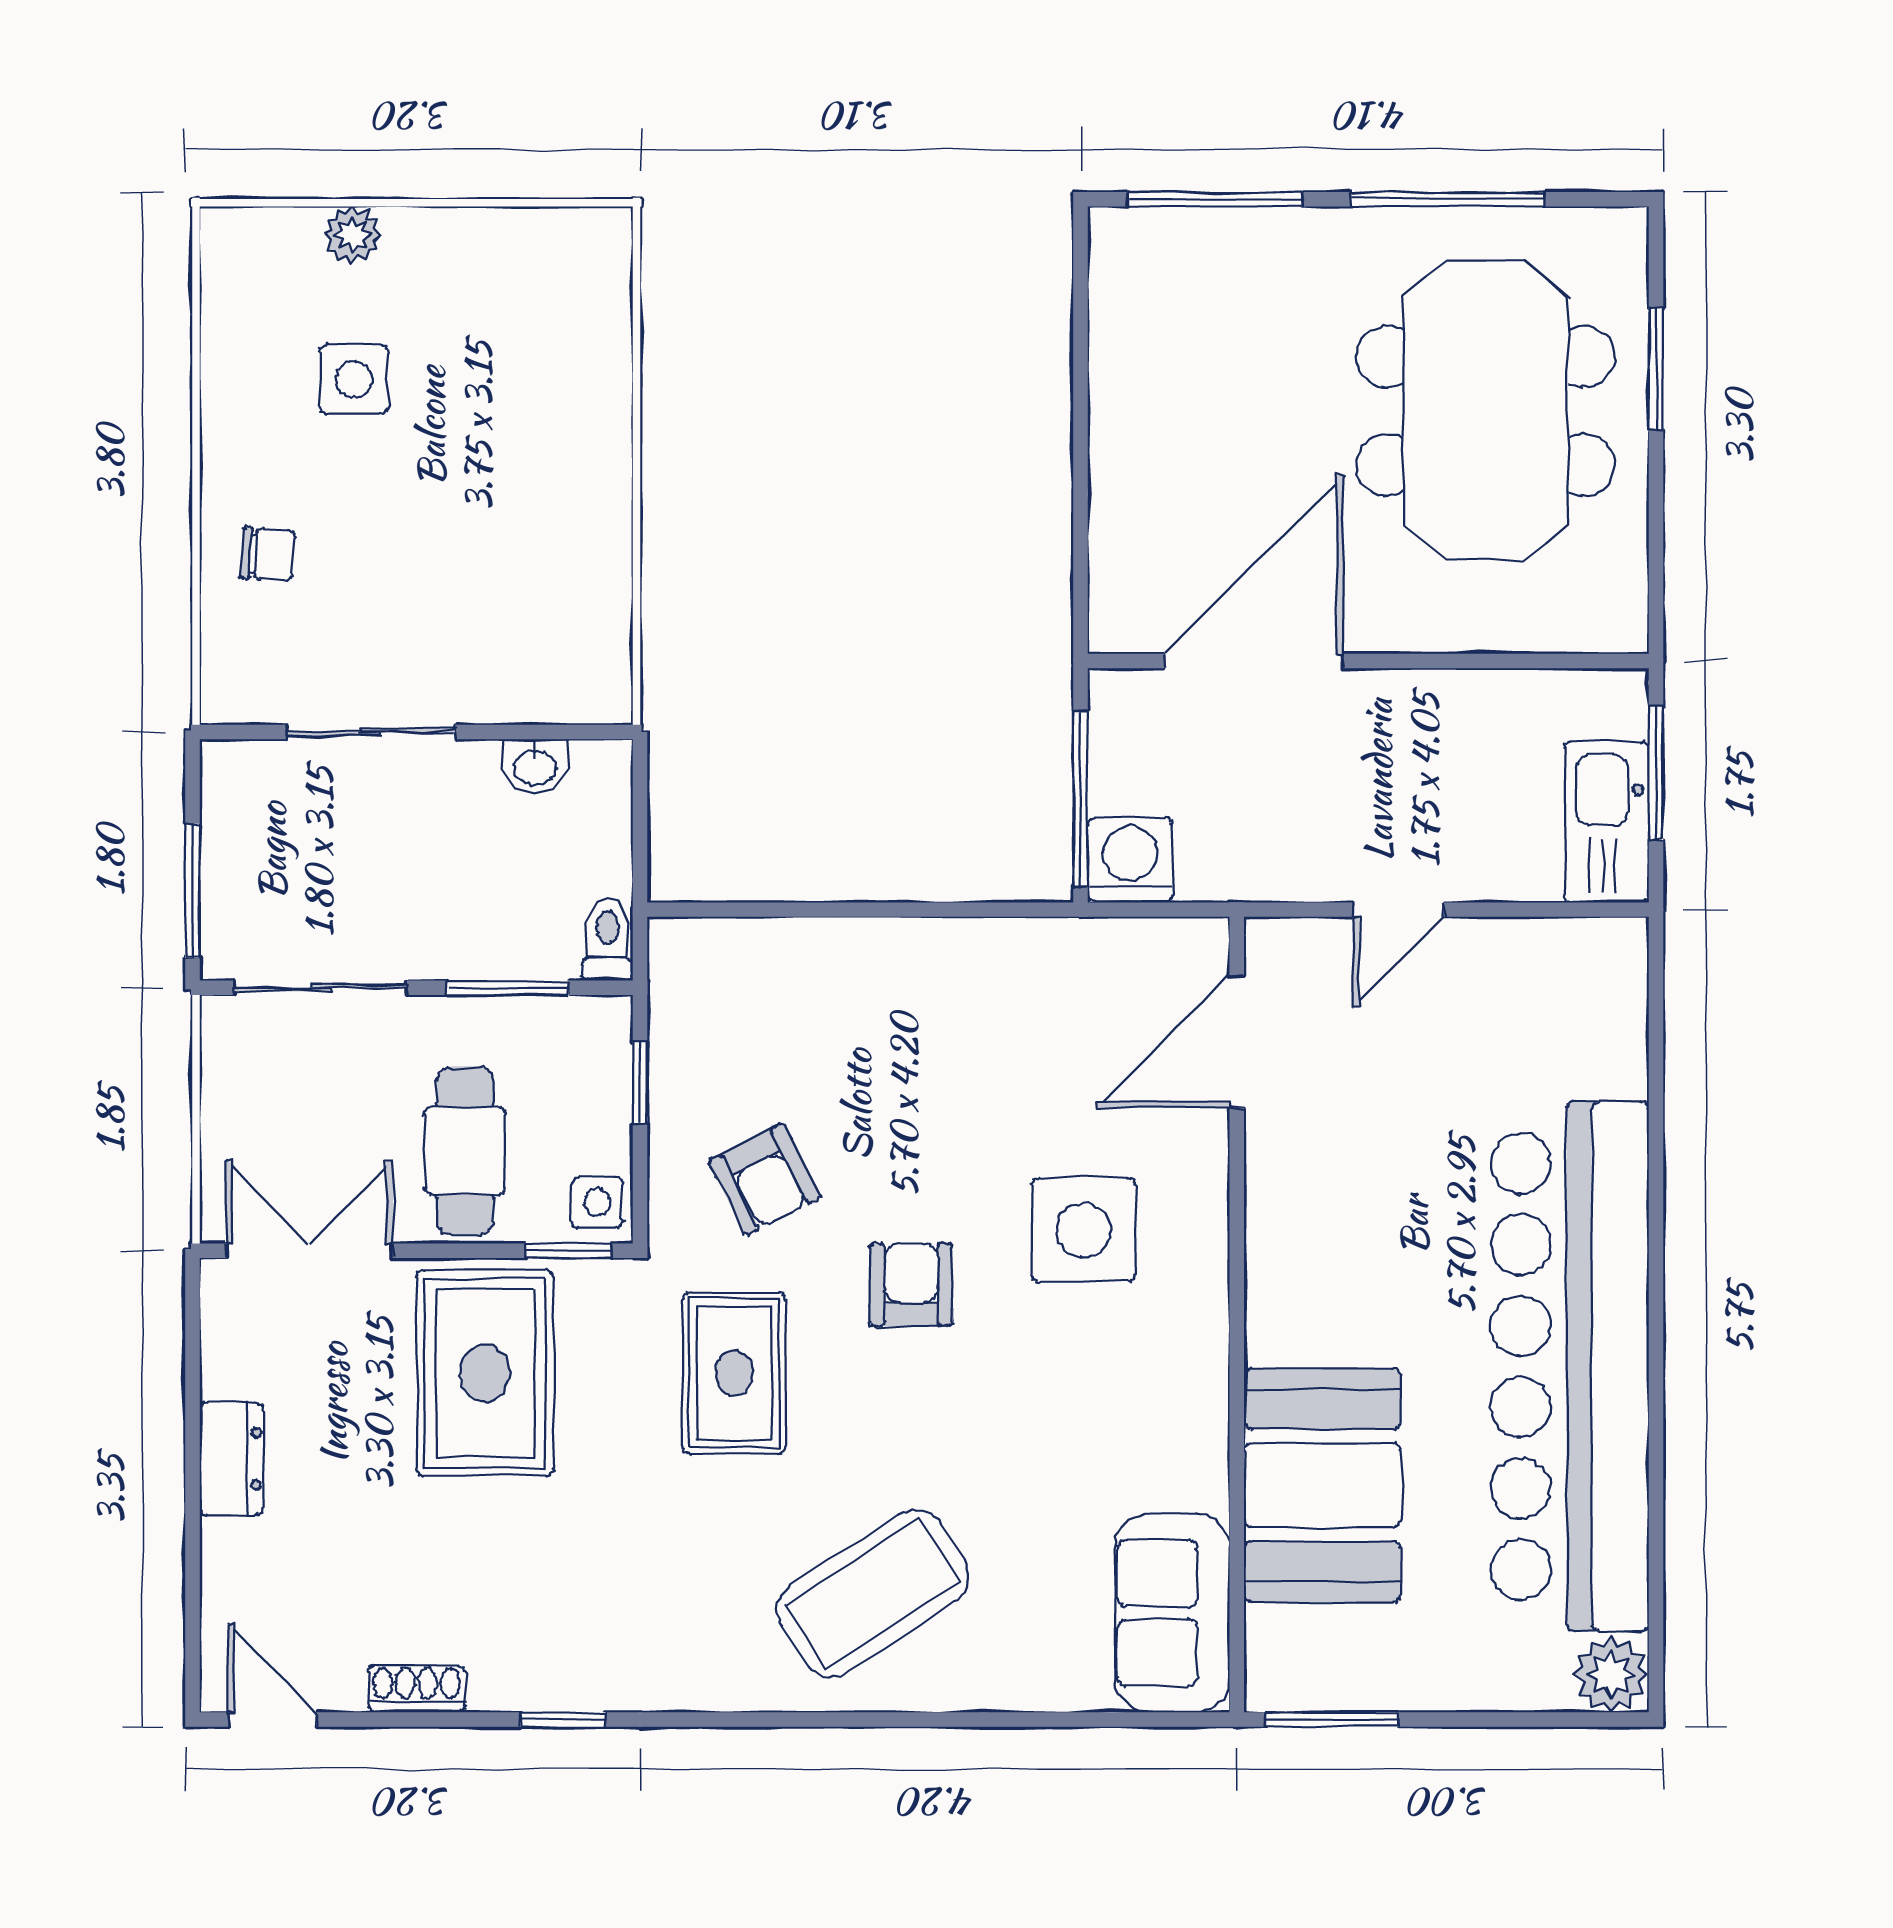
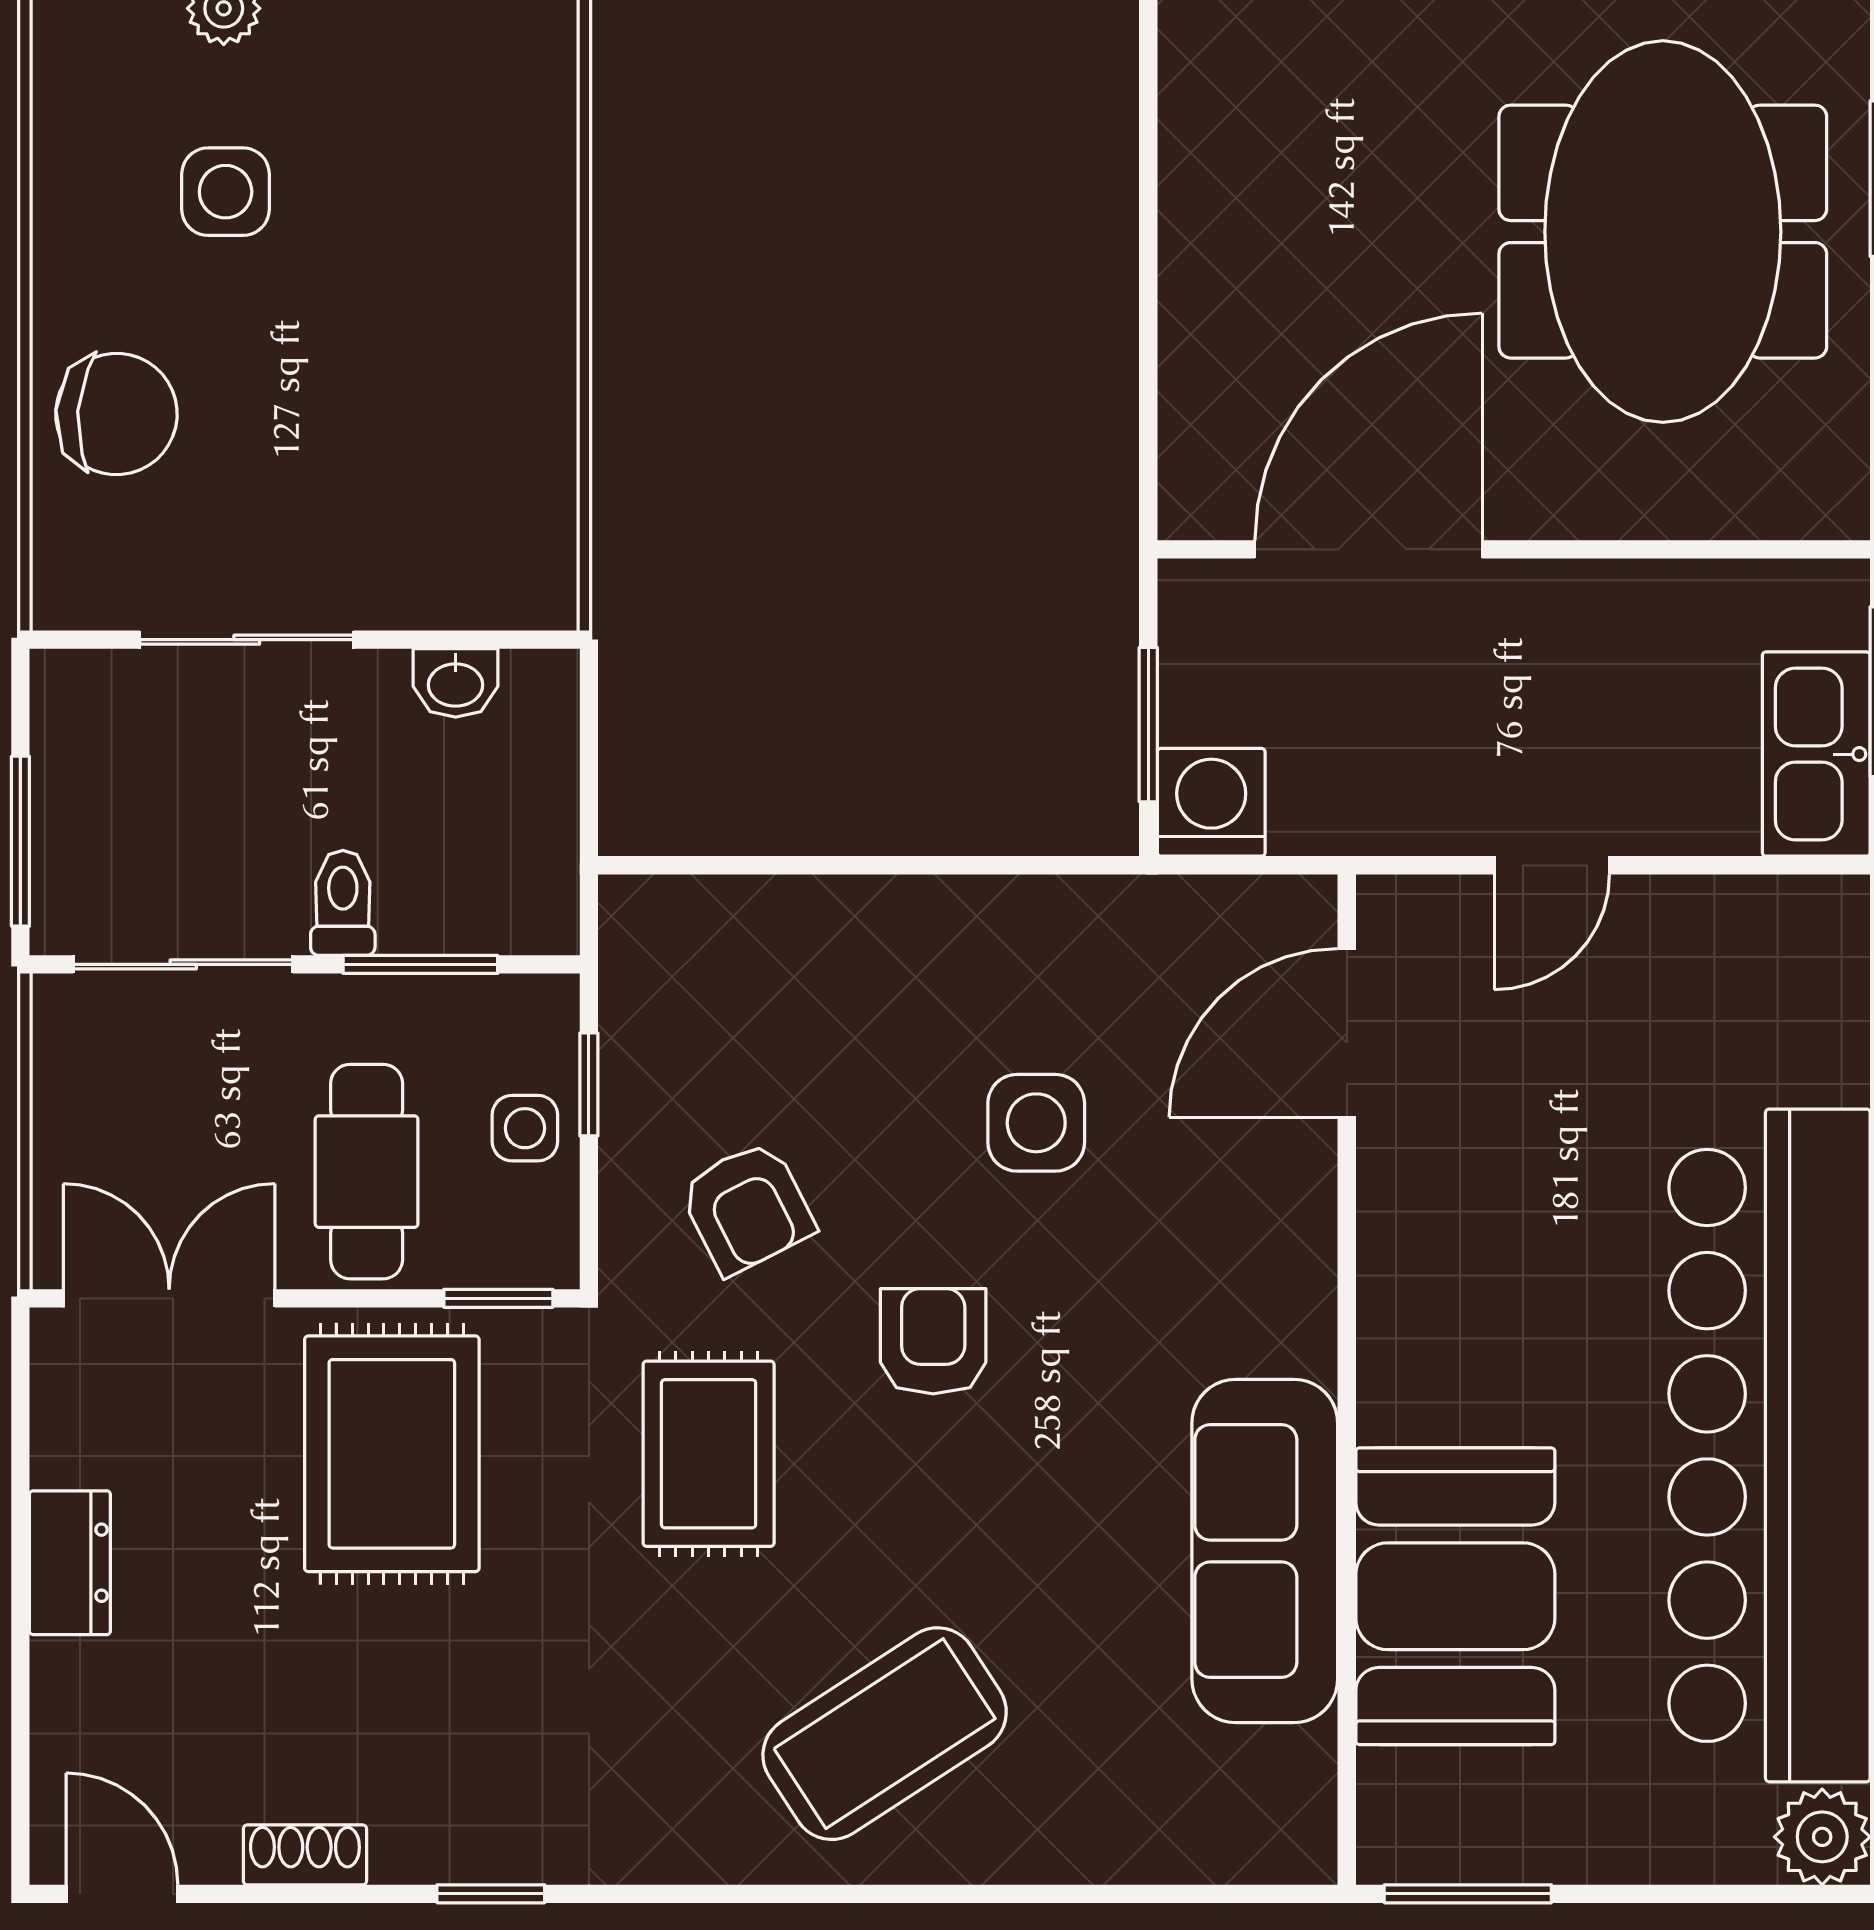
chair: (268, 554) -> (116, 414), width x1.87, depth x1.87
window: (1081, 799) -> (1148, 725), width x0.69
toilet: (608, 939) -> (343, 903), moved
side table: (597, 1202) -> (525, 1128), moved
side table: (1084, 1230) -> (1036, 1123), moved, width x0.73, depth x0.73
sofa: (1172, 1613) -> (1265, 1551), moved, width x1.36

